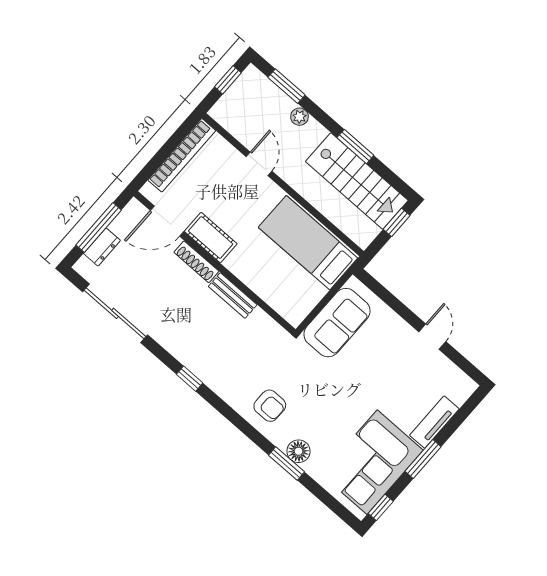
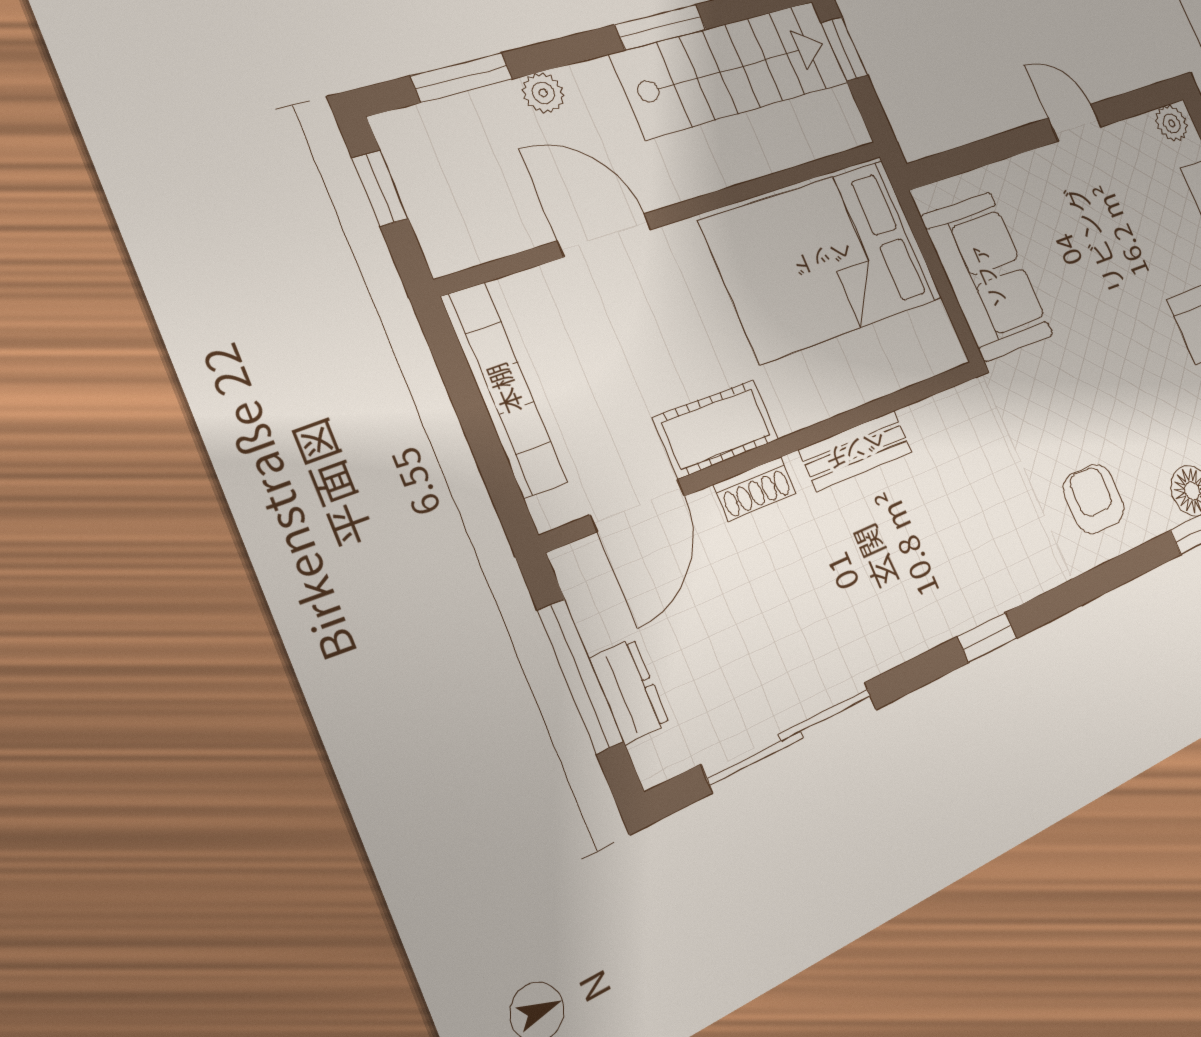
door: (259, 164) -> (605, 235), width x1.38
bed: (308, 243) -> (823, 260), width x1.50
shoe rack: (196, 262) -> (755, 489), width x0.70
plant: (464, 384) -> (1172, 123), added
armchair: (270, 406) -> (1094, 499), turned -90

